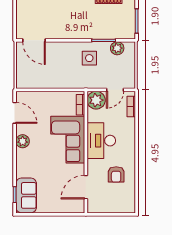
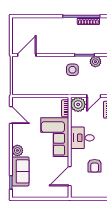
door: (34, 40) -> (27, 55), swing flipped
plant: (23, 141) -> (17, 150), moved
desk: (101, 141) -> (82, 138), width x0.73
sofa: (26, 195) -> (20, 171), moved

